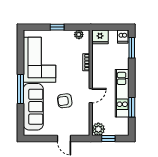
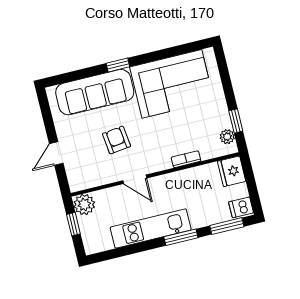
window: (57, 27) -> (236, 121), moved
window: (20, 89) -> (118, 65), width x0.46
window: (132, 107) -> (181, 237), moved

